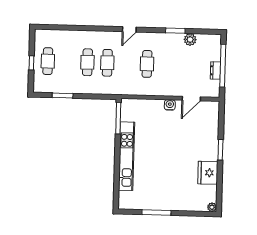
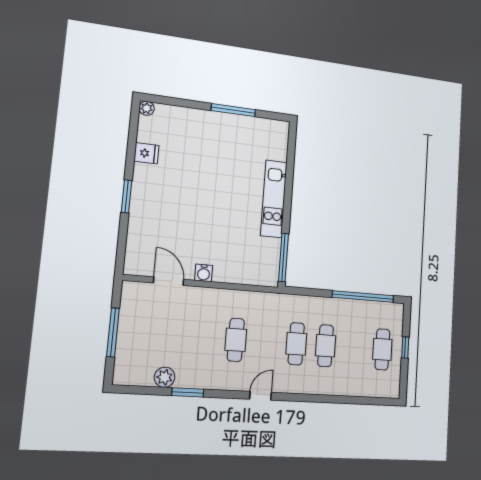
window: (223, 66) -> (113, 332), width x0.68
dresser: (215, 70) -> (126, 325), removed
window: (63, 96) -> (363, 297), width x2.11
door: (191, 99) -> (169, 281), hinge flipped
kitchen unit: (127, 156) -> (274, 199), width x0.73
fridge: (208, 173) -> (146, 153), width x0.53, depth x0.75

